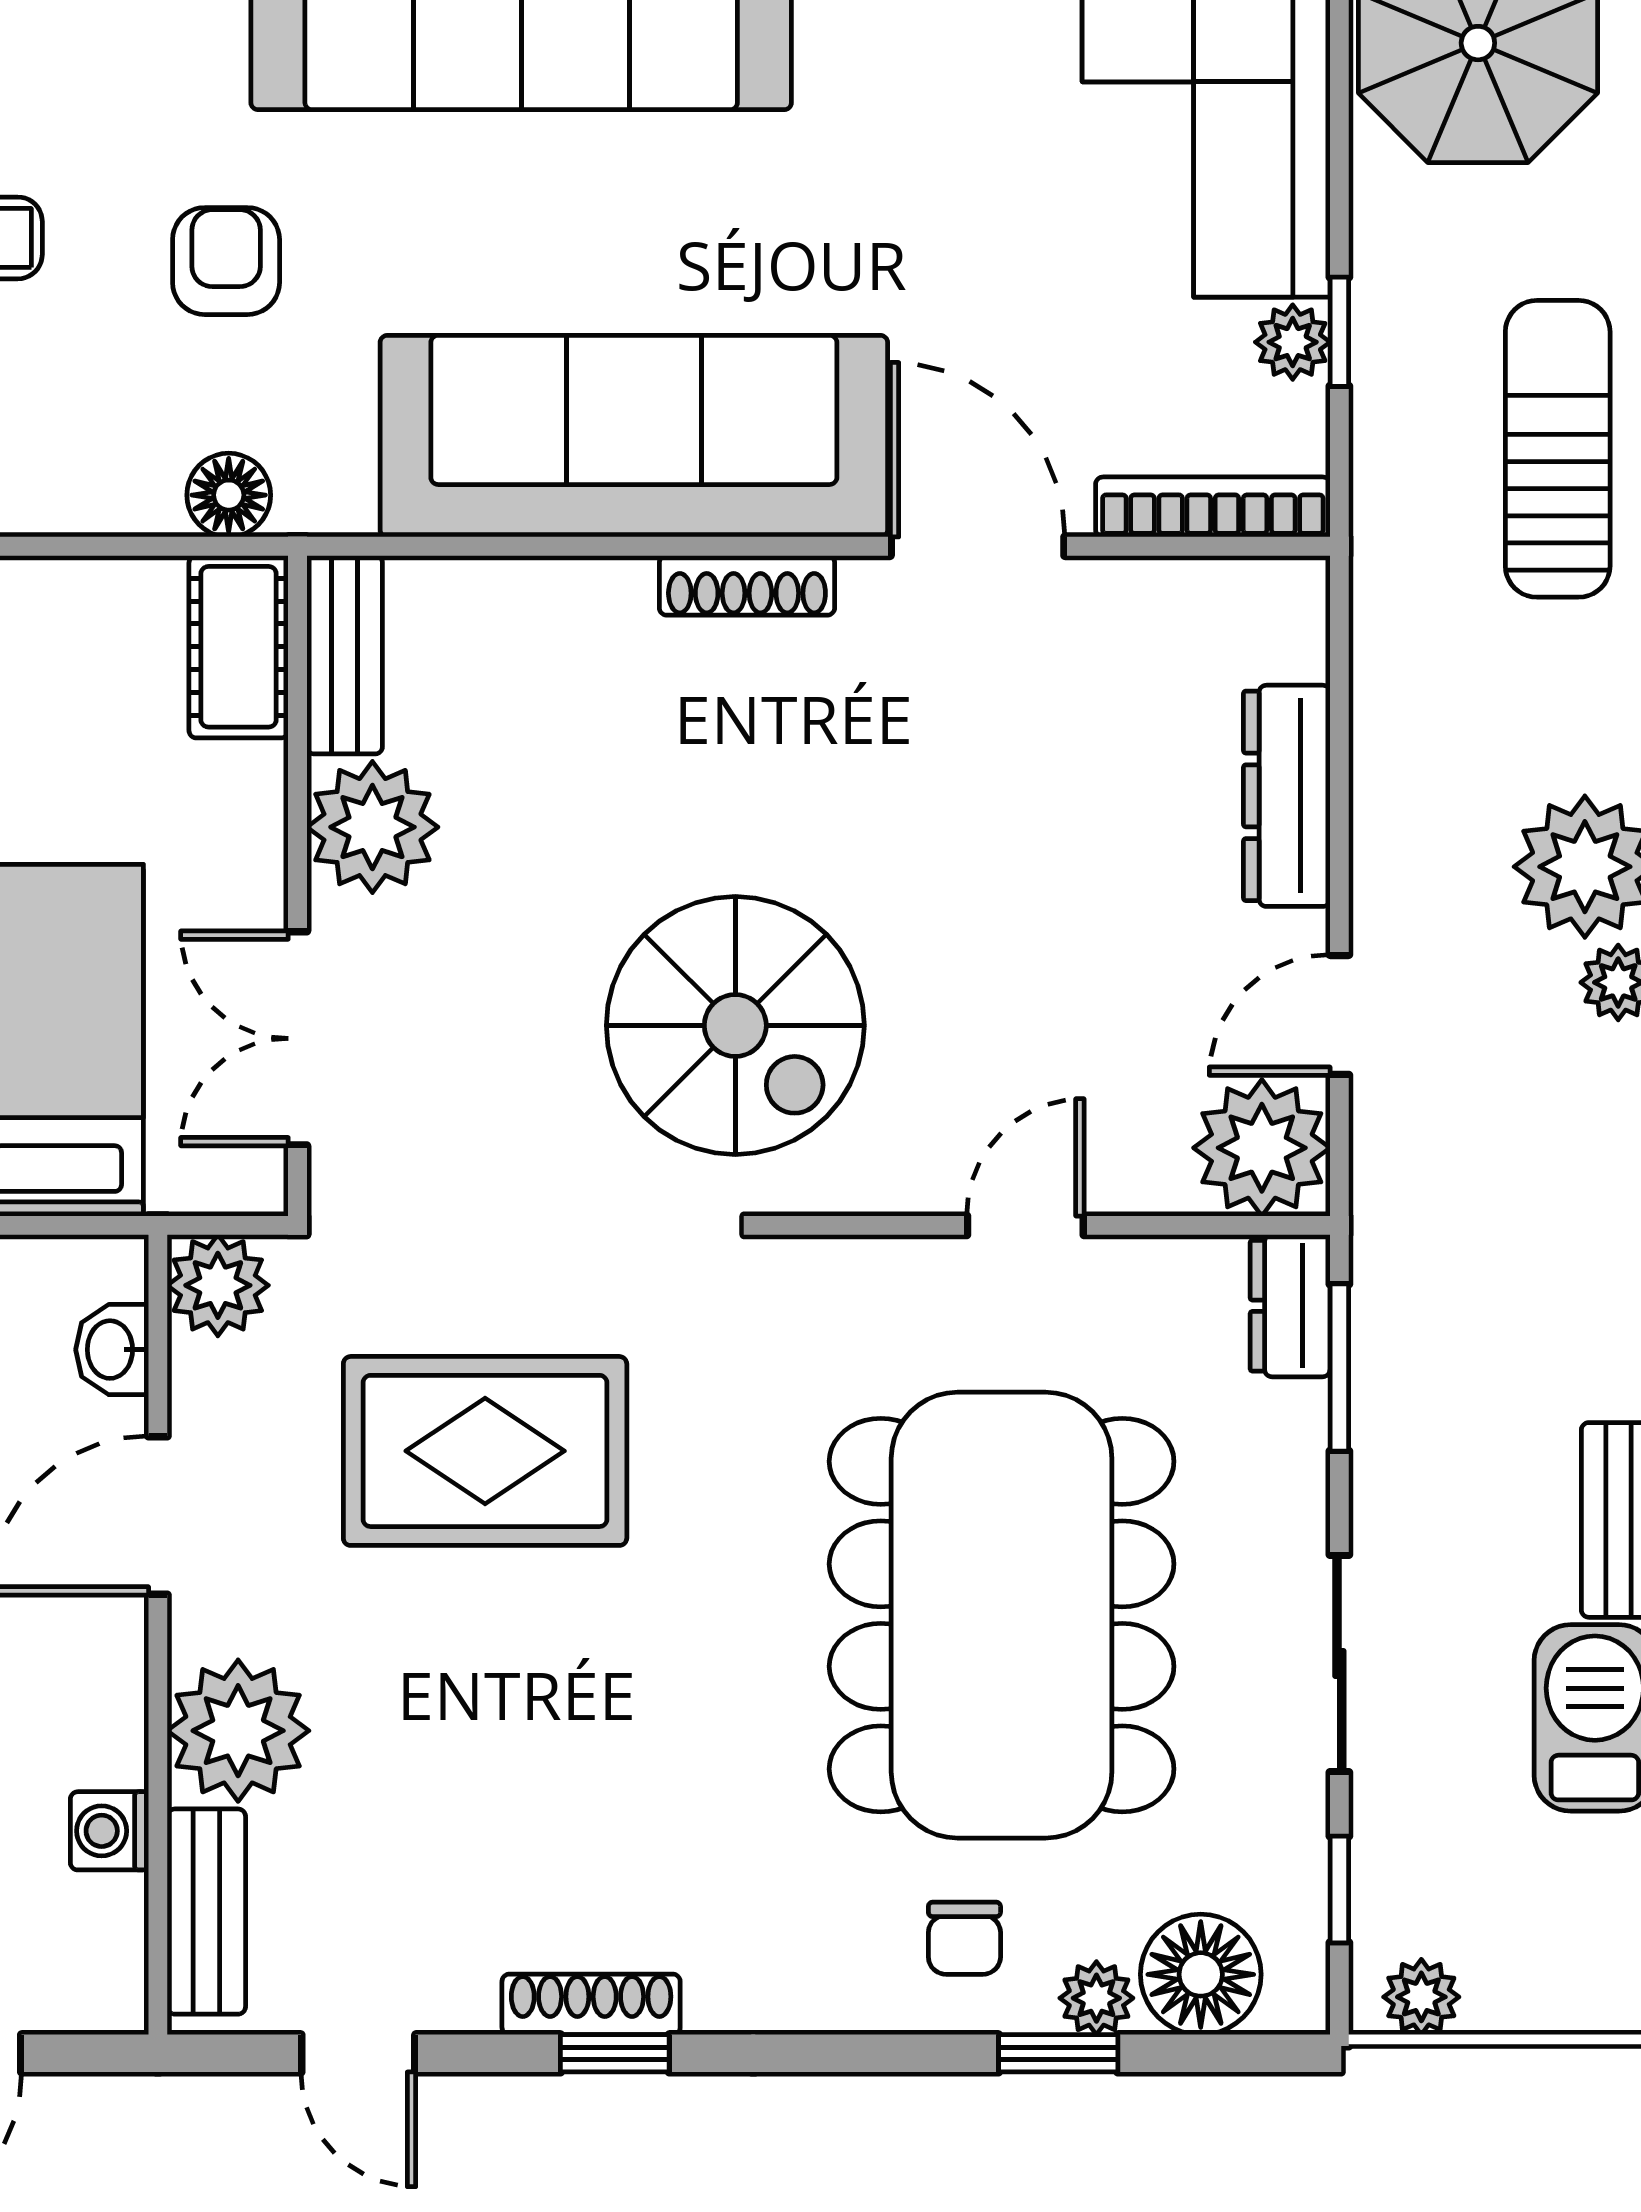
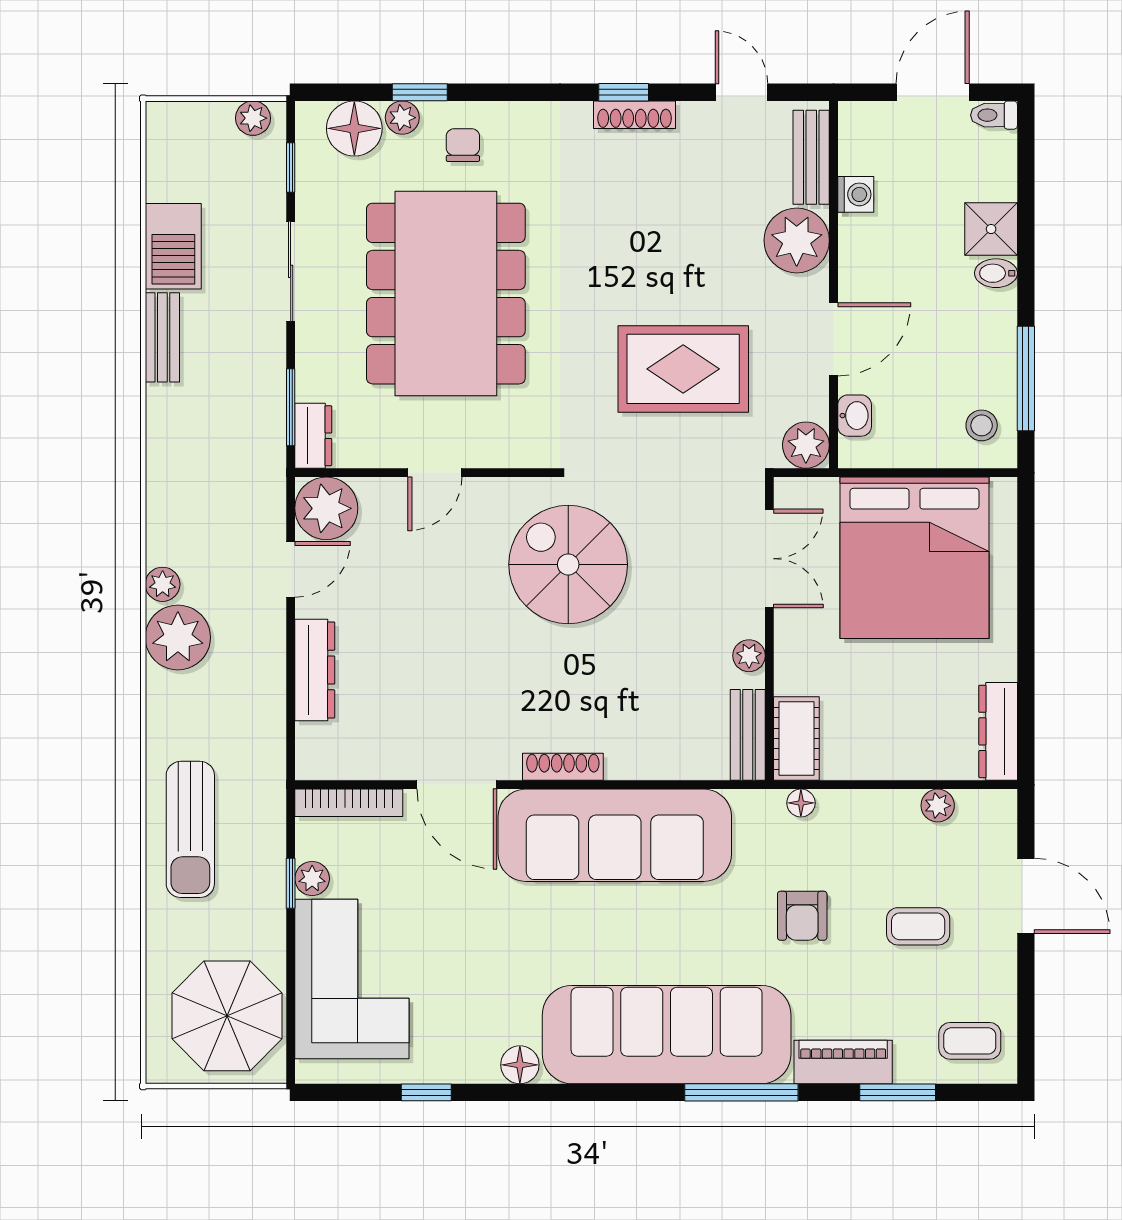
floor lamp: (229, 495) -> (801, 803), width x0.73, depth x0.73
plant: (372, 827) -> (749, 656), width x0.53, depth x0.53

